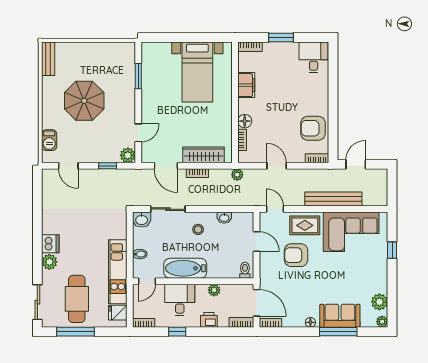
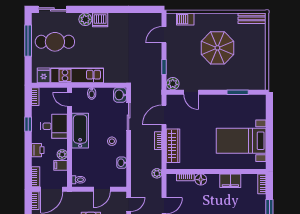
filing cabinet: (227, 292) -> (60, 165), added

